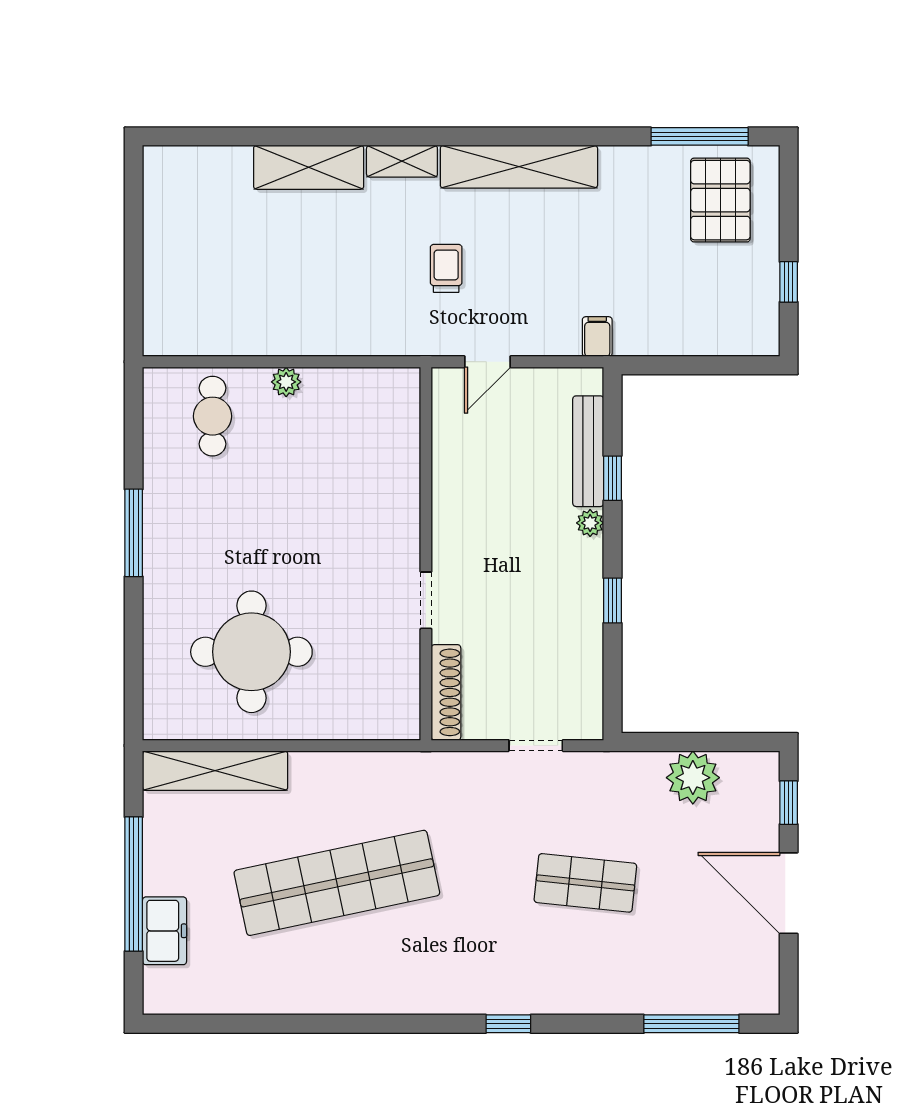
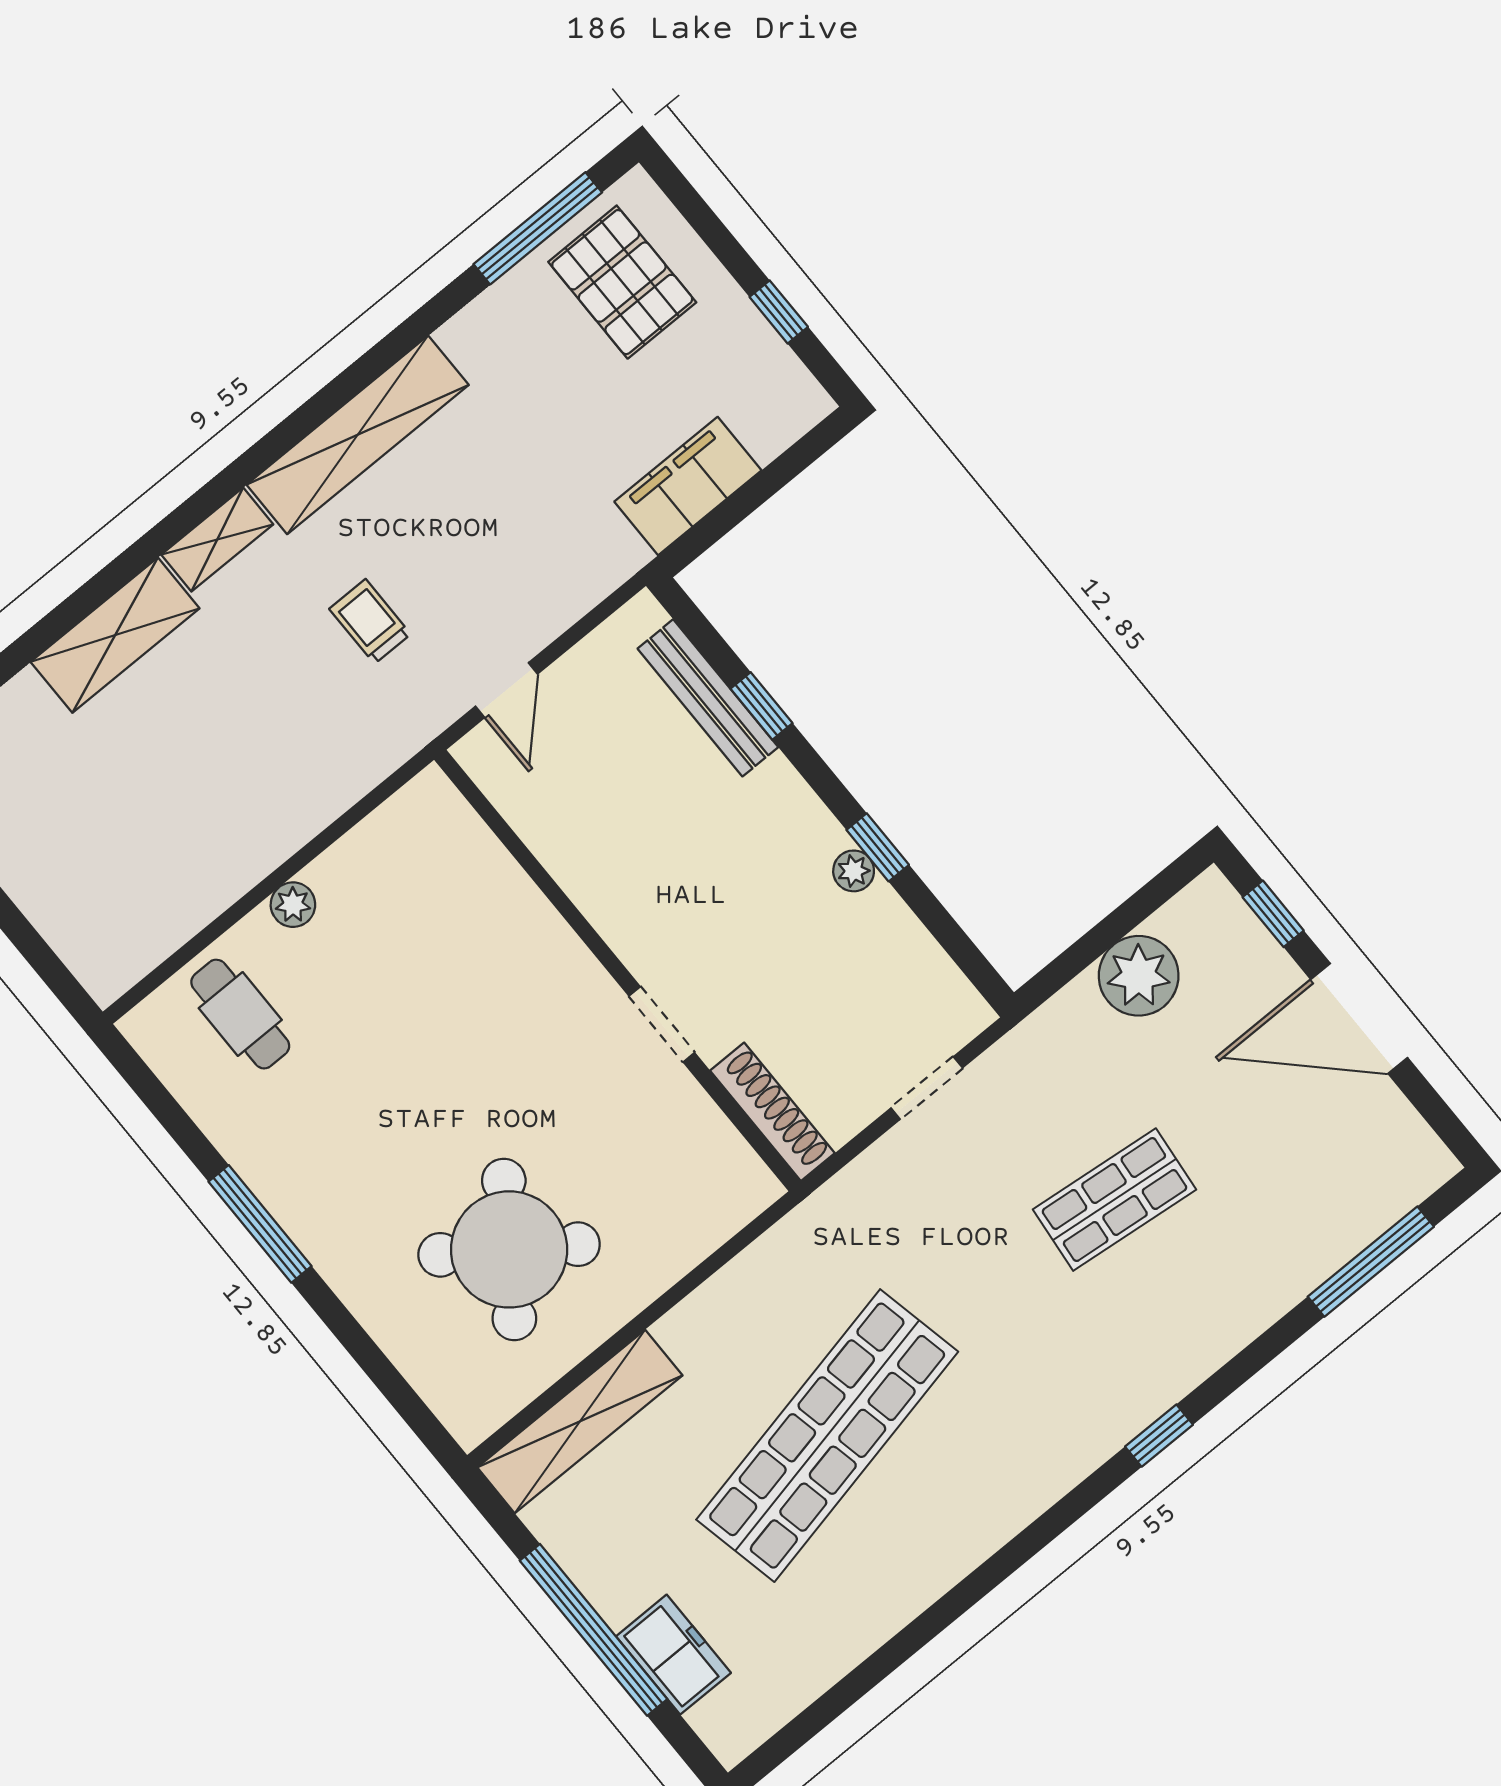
filing cabinet: (597, 337) -> (688, 486), moved, width x3.00, depth x1.17
plant: (590, 523) -> (854, 871), moved
round table: (251, 652) -> (509, 1249), turned 35

